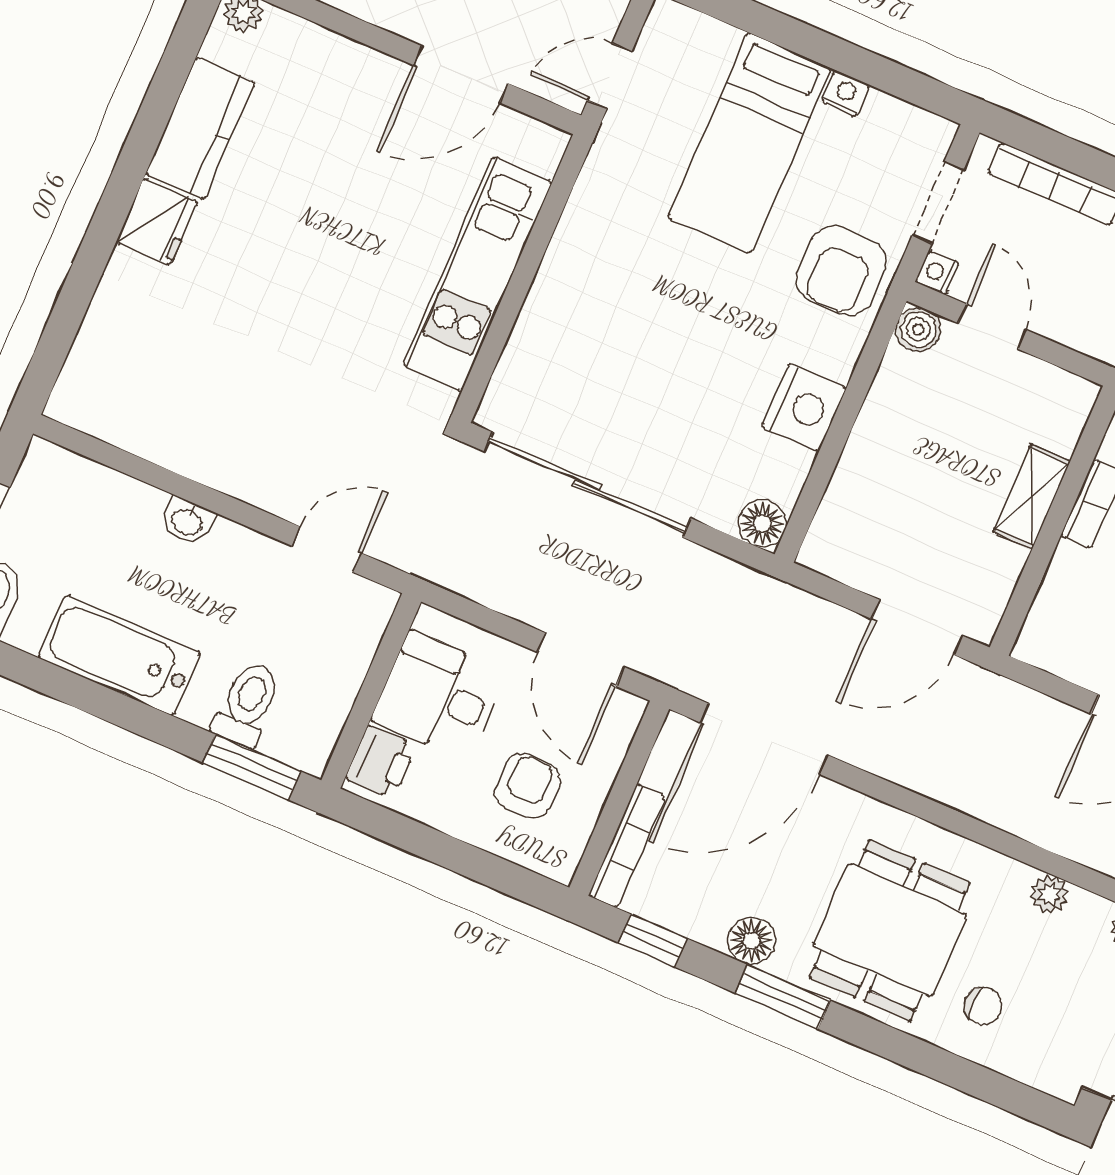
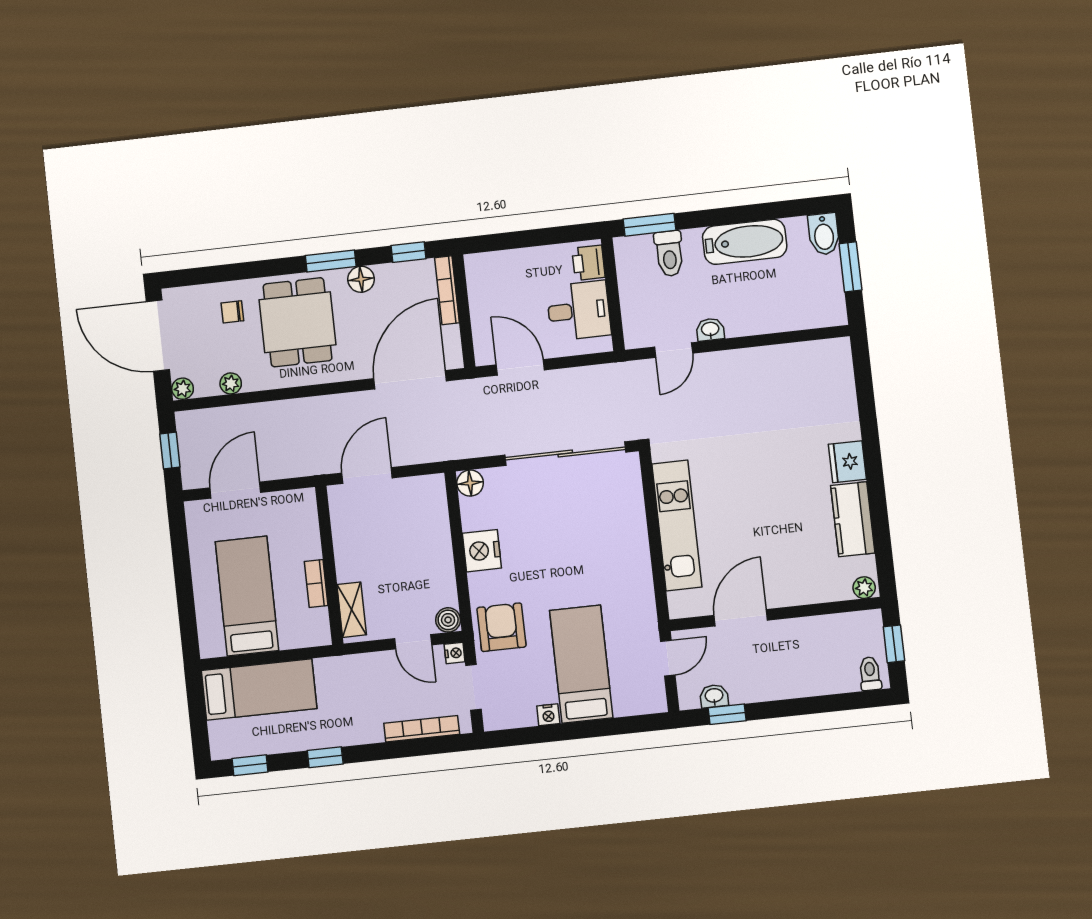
shelving: (1032, 497) -> (352, 610), moved
washbasin: (187, 521) -> (710, 330), moved
armchair: (527, 786) -> (511, 292), removed

